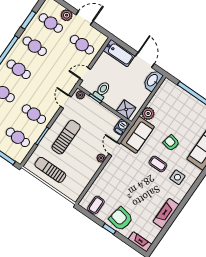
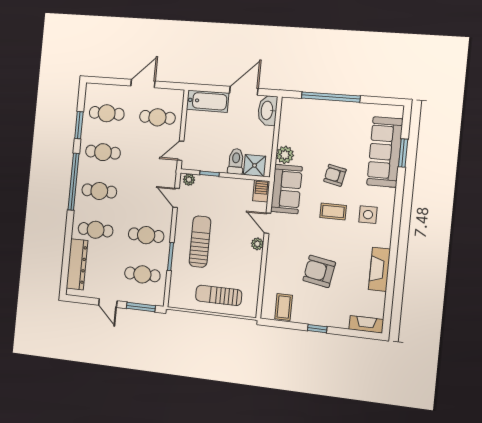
plant: (67, 15) -> (120, 93), removed
door: (145, 60) -> (244, 91), hinge flipped
toilet: (102, 91) -> (236, 161), moved
sun lounger: (50, 170) -> (219, 295), moved
armchair: (121, 219) -> (319, 271), moved

